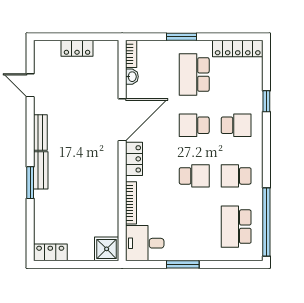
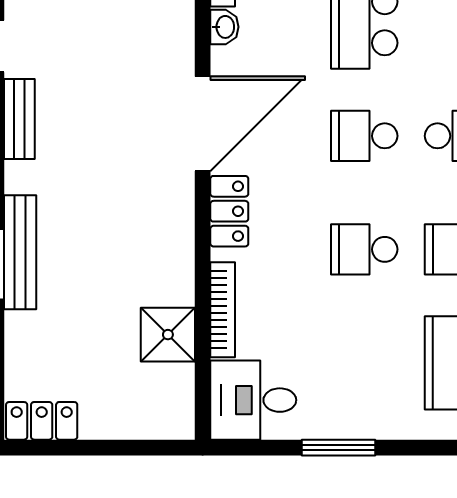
bench: (40, 132) -> (19, 119), moved
bench: (41, 170) -> (20, 252), width x1.36
school desk: (194, 176) -> (364, 249), turned 180
shower: (107, 249) -> (168, 335), moved

